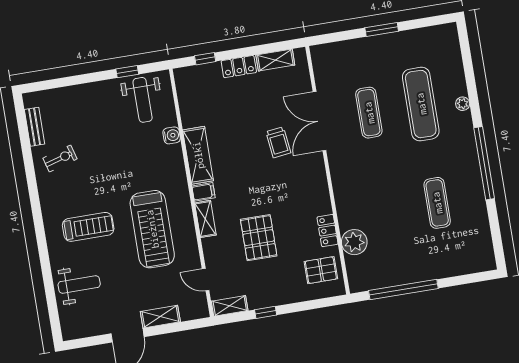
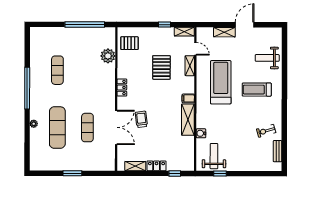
shelving: (205, 219) -> (190, 66), moved
locker: (328, 231) -> (122, 88), moved

